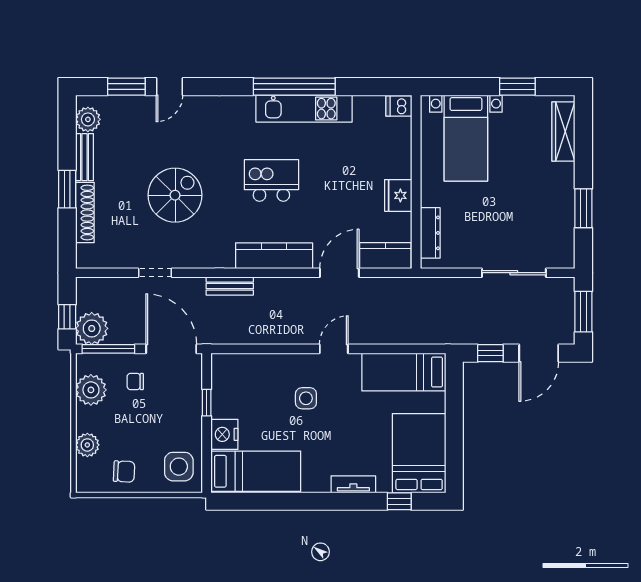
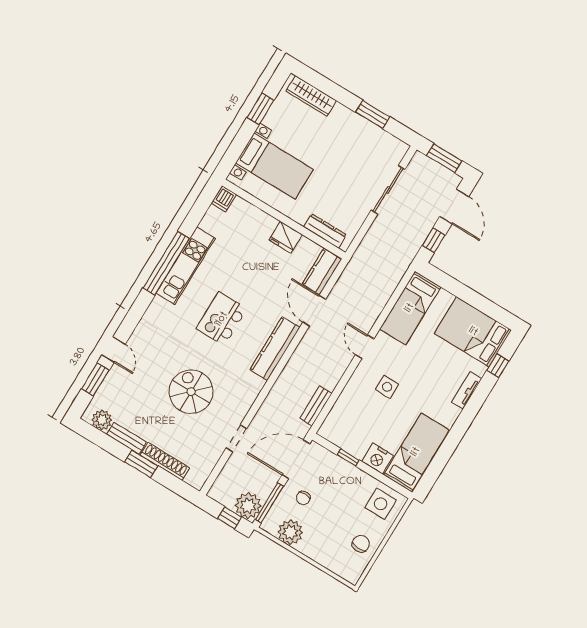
bench: (230, 286) -> (316, 406), moved
plant: (87, 445) -> (327, 558), removed

